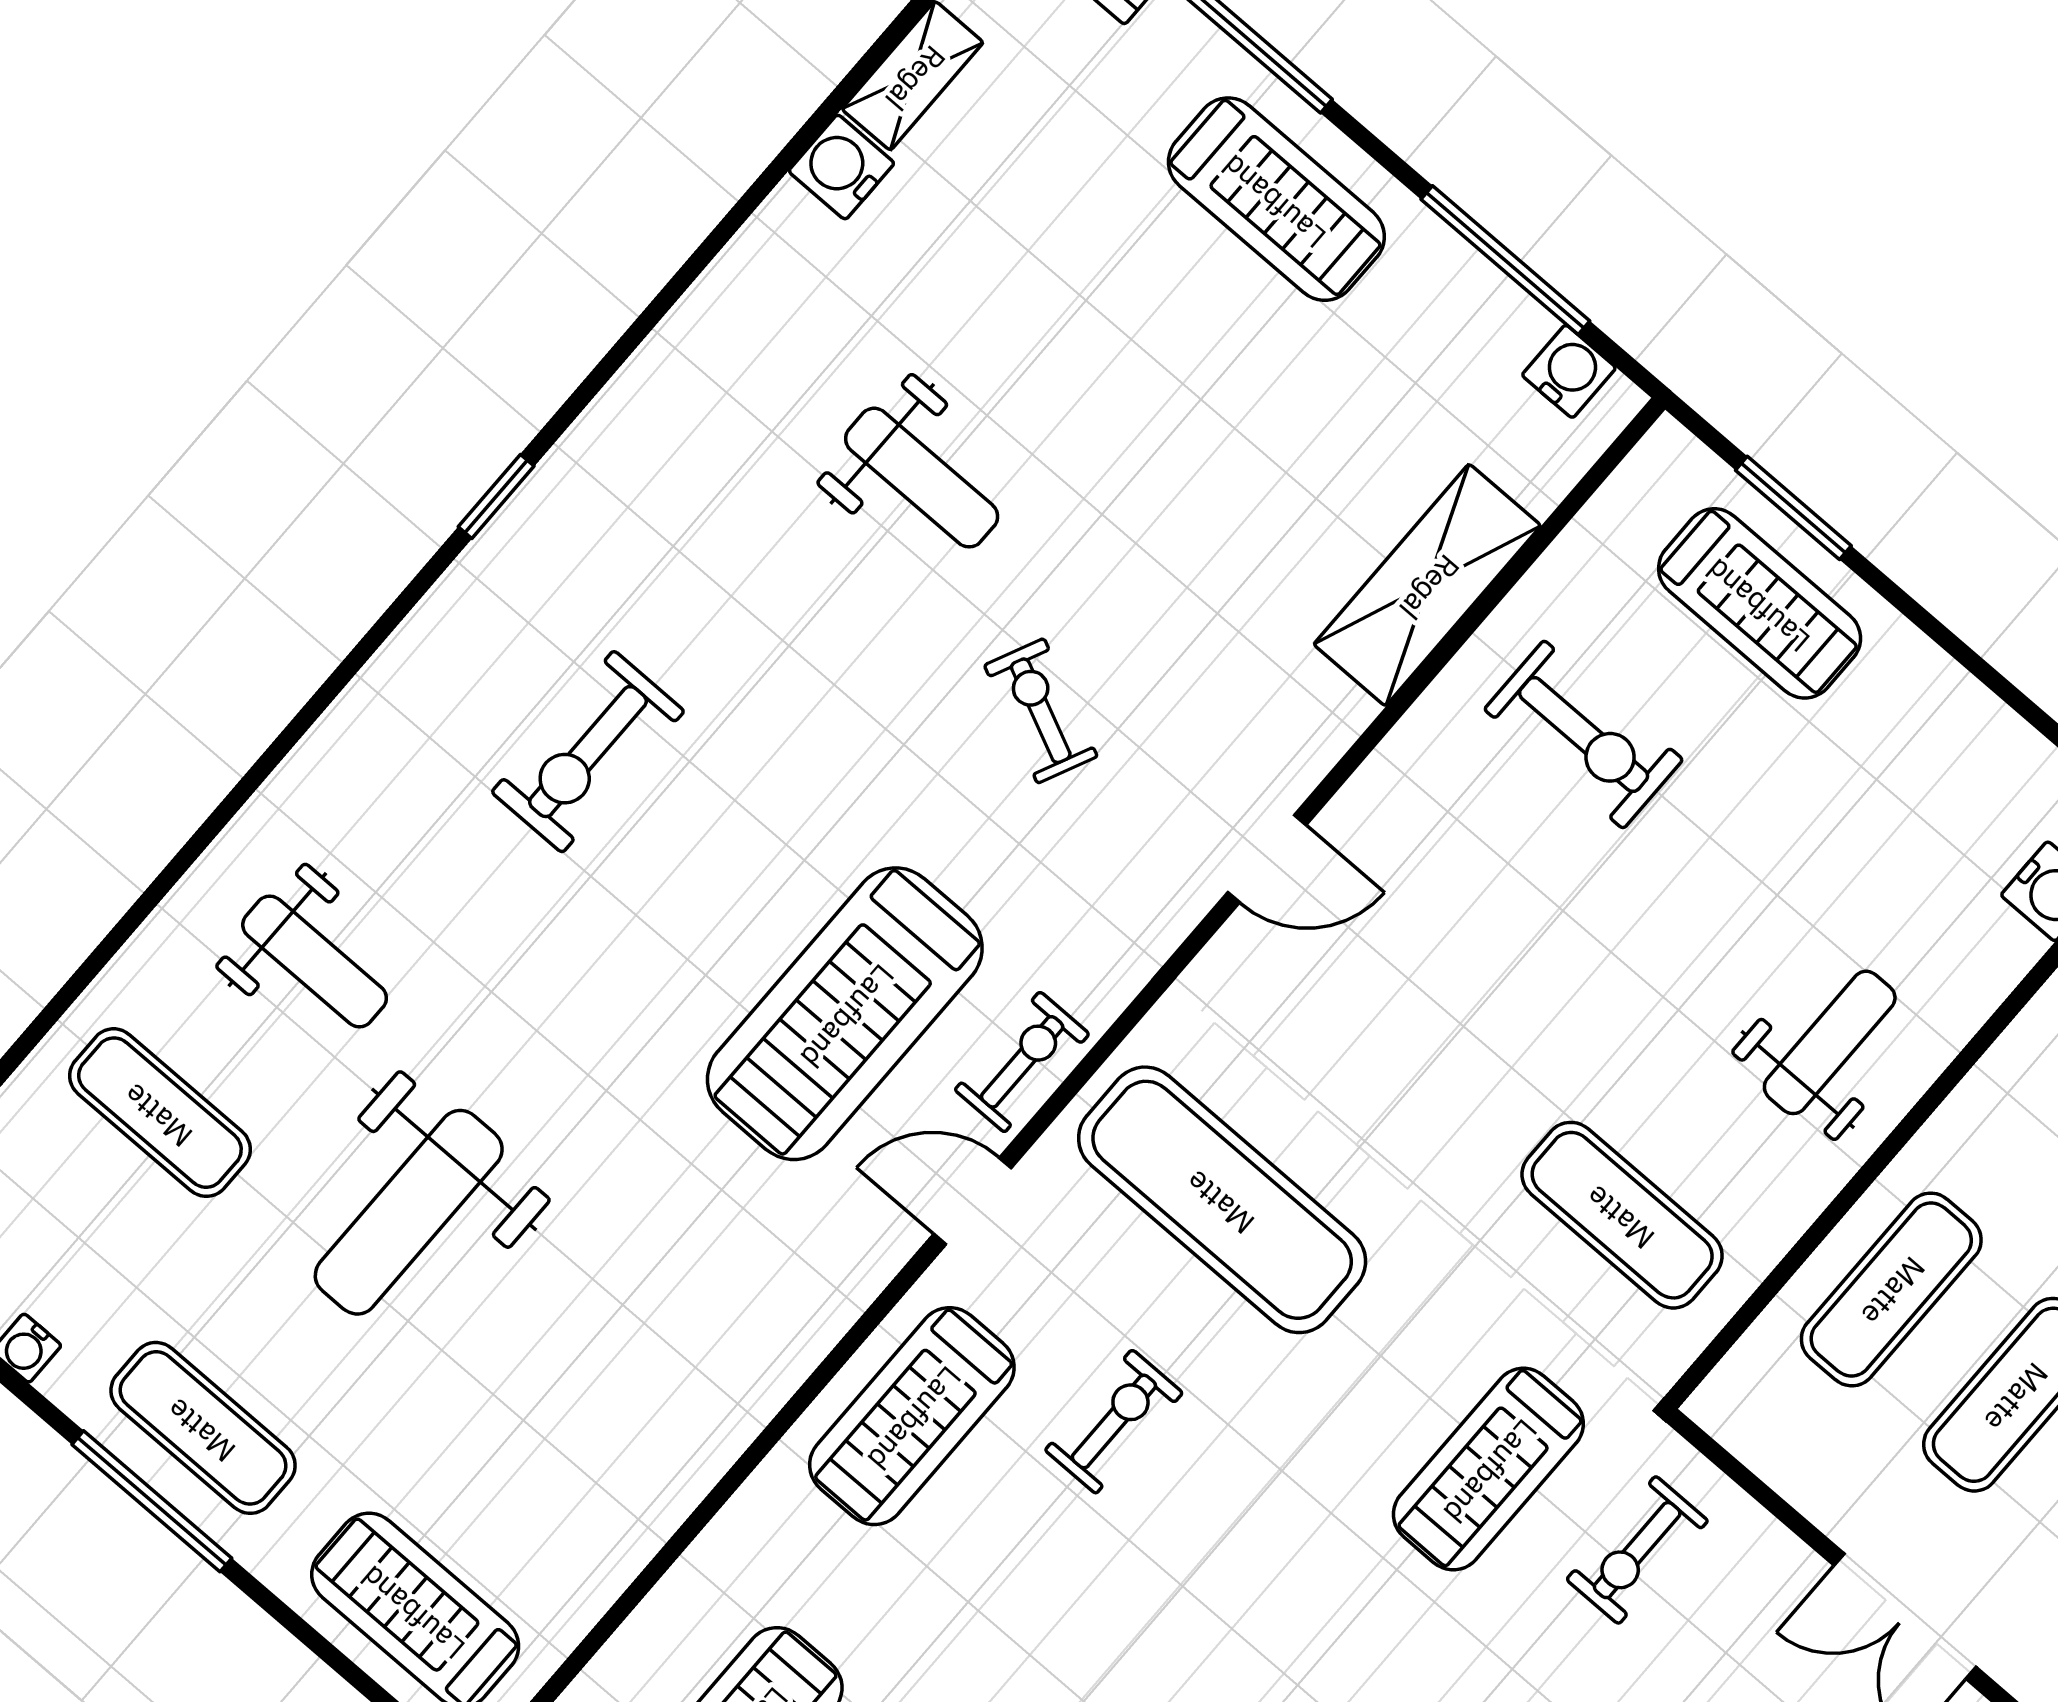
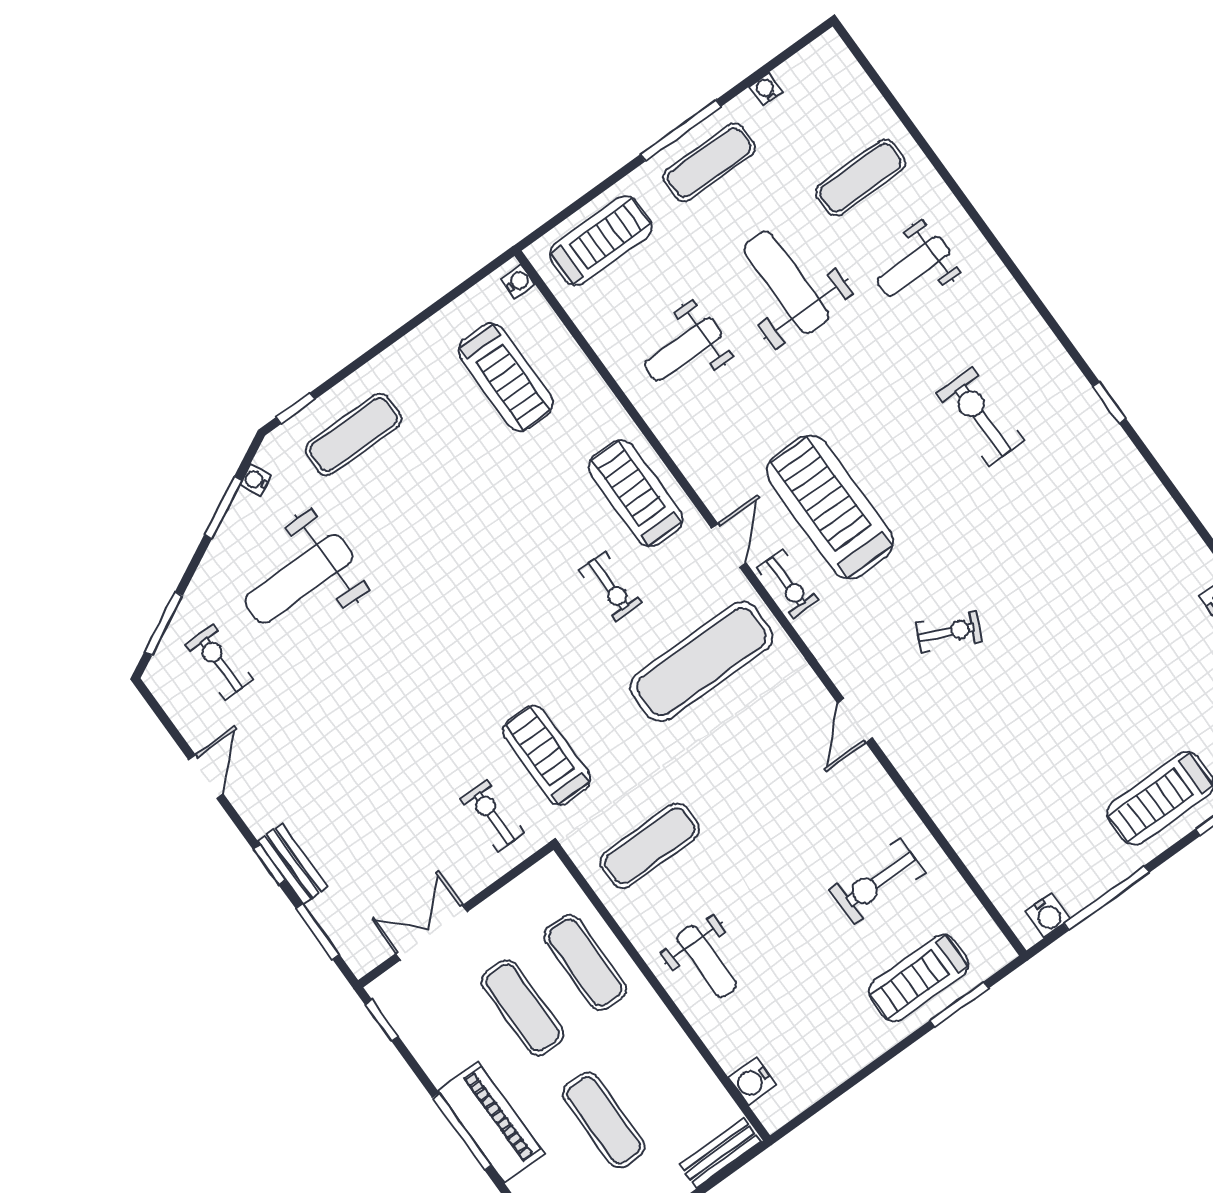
weight bench: (922, 478) -> (683, 349), moved
shelving: (1427, 585) -> (964, 826), removed

